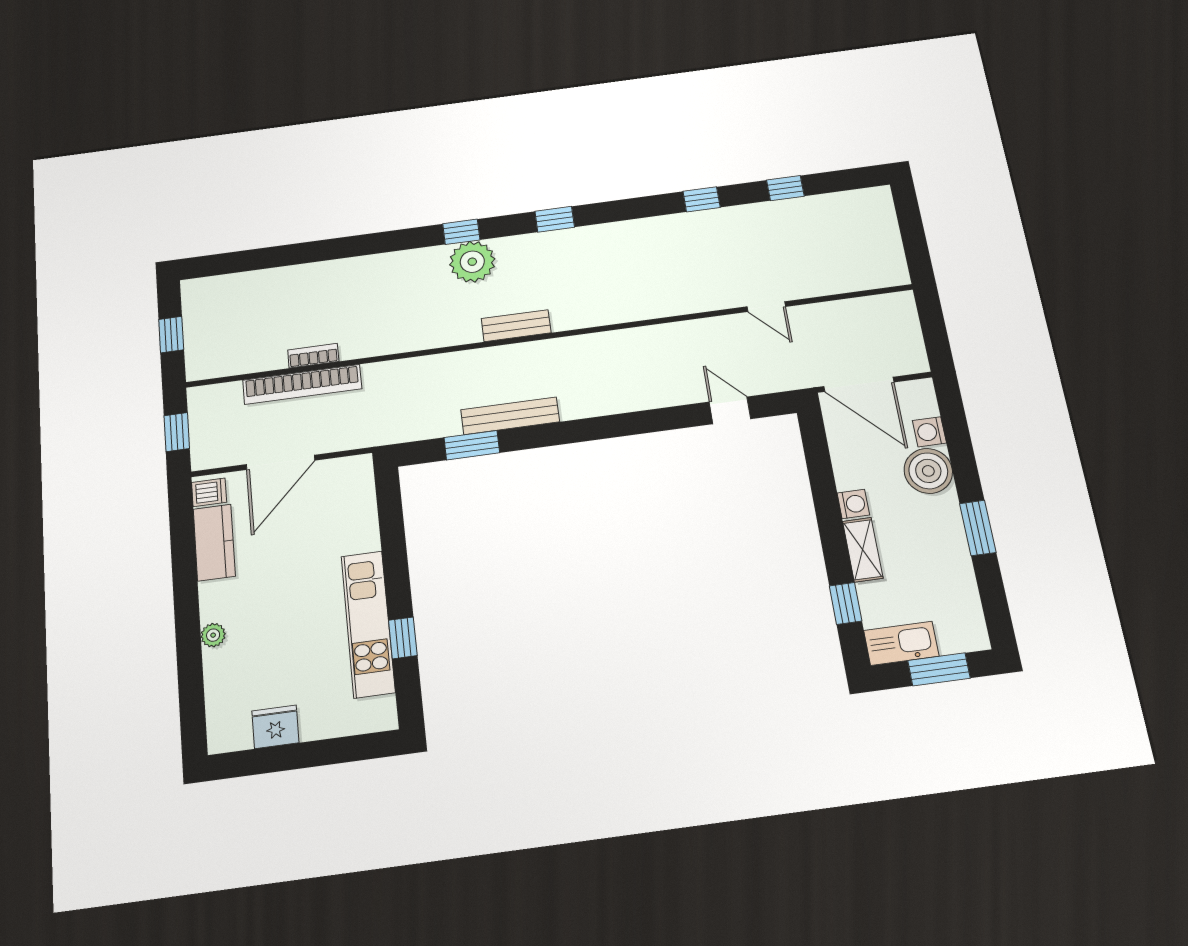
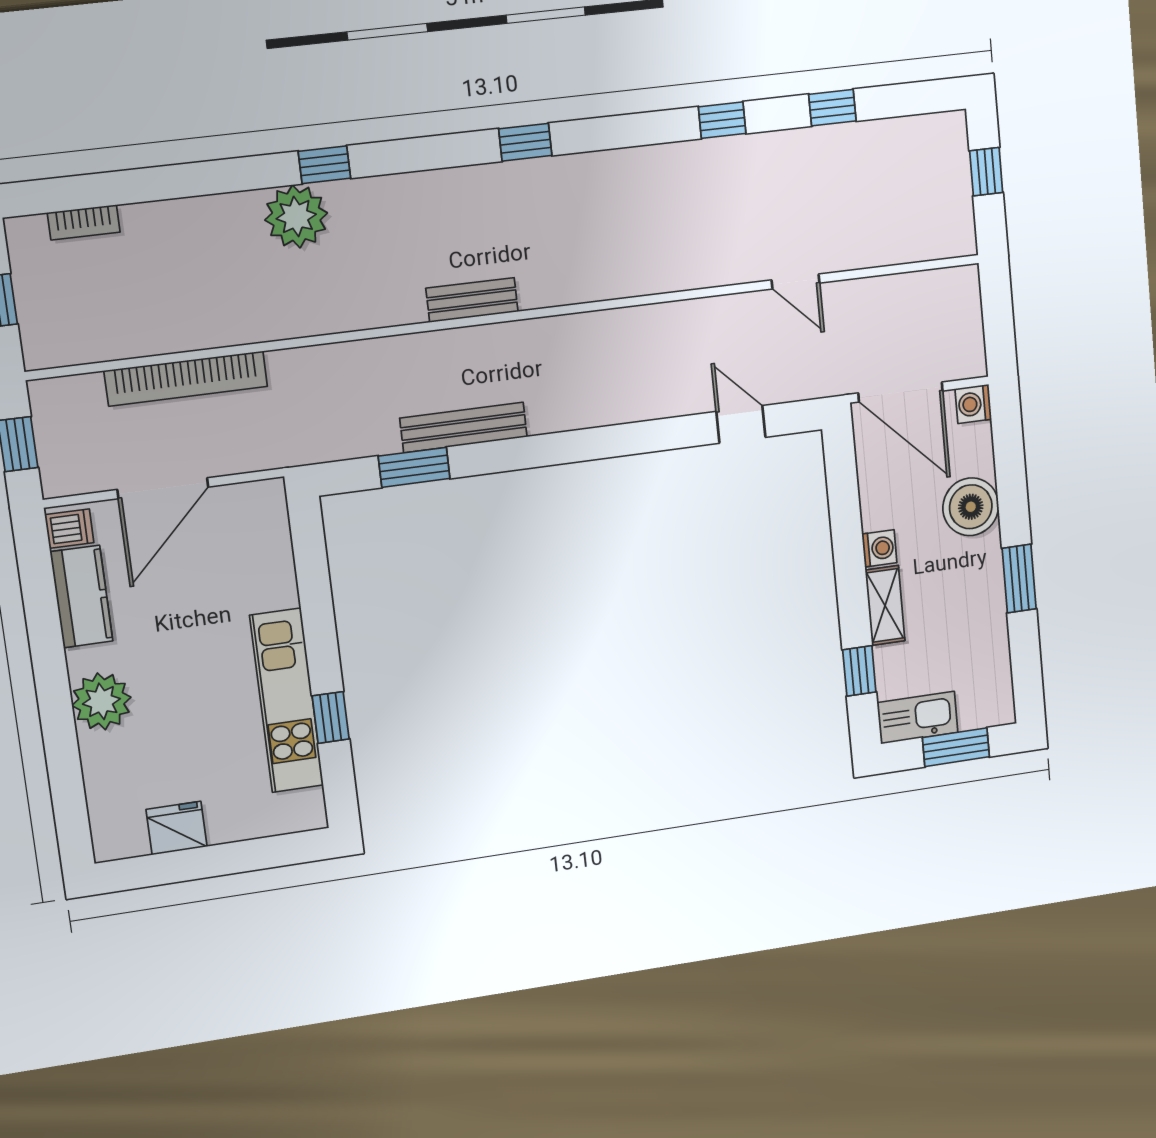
window: (911, 226) -> (986, 172), added
window: (461, 232) -> (324, 165), moved
plant: (472, 262) -> (296, 216), moved
bookcase: (313, 356) -> (84, 222), moved, turned 180
washing machine: (929, 432) -> (973, 404), moved
plant: (213, 635) -> (101, 701), width x1.87, depth x1.87

